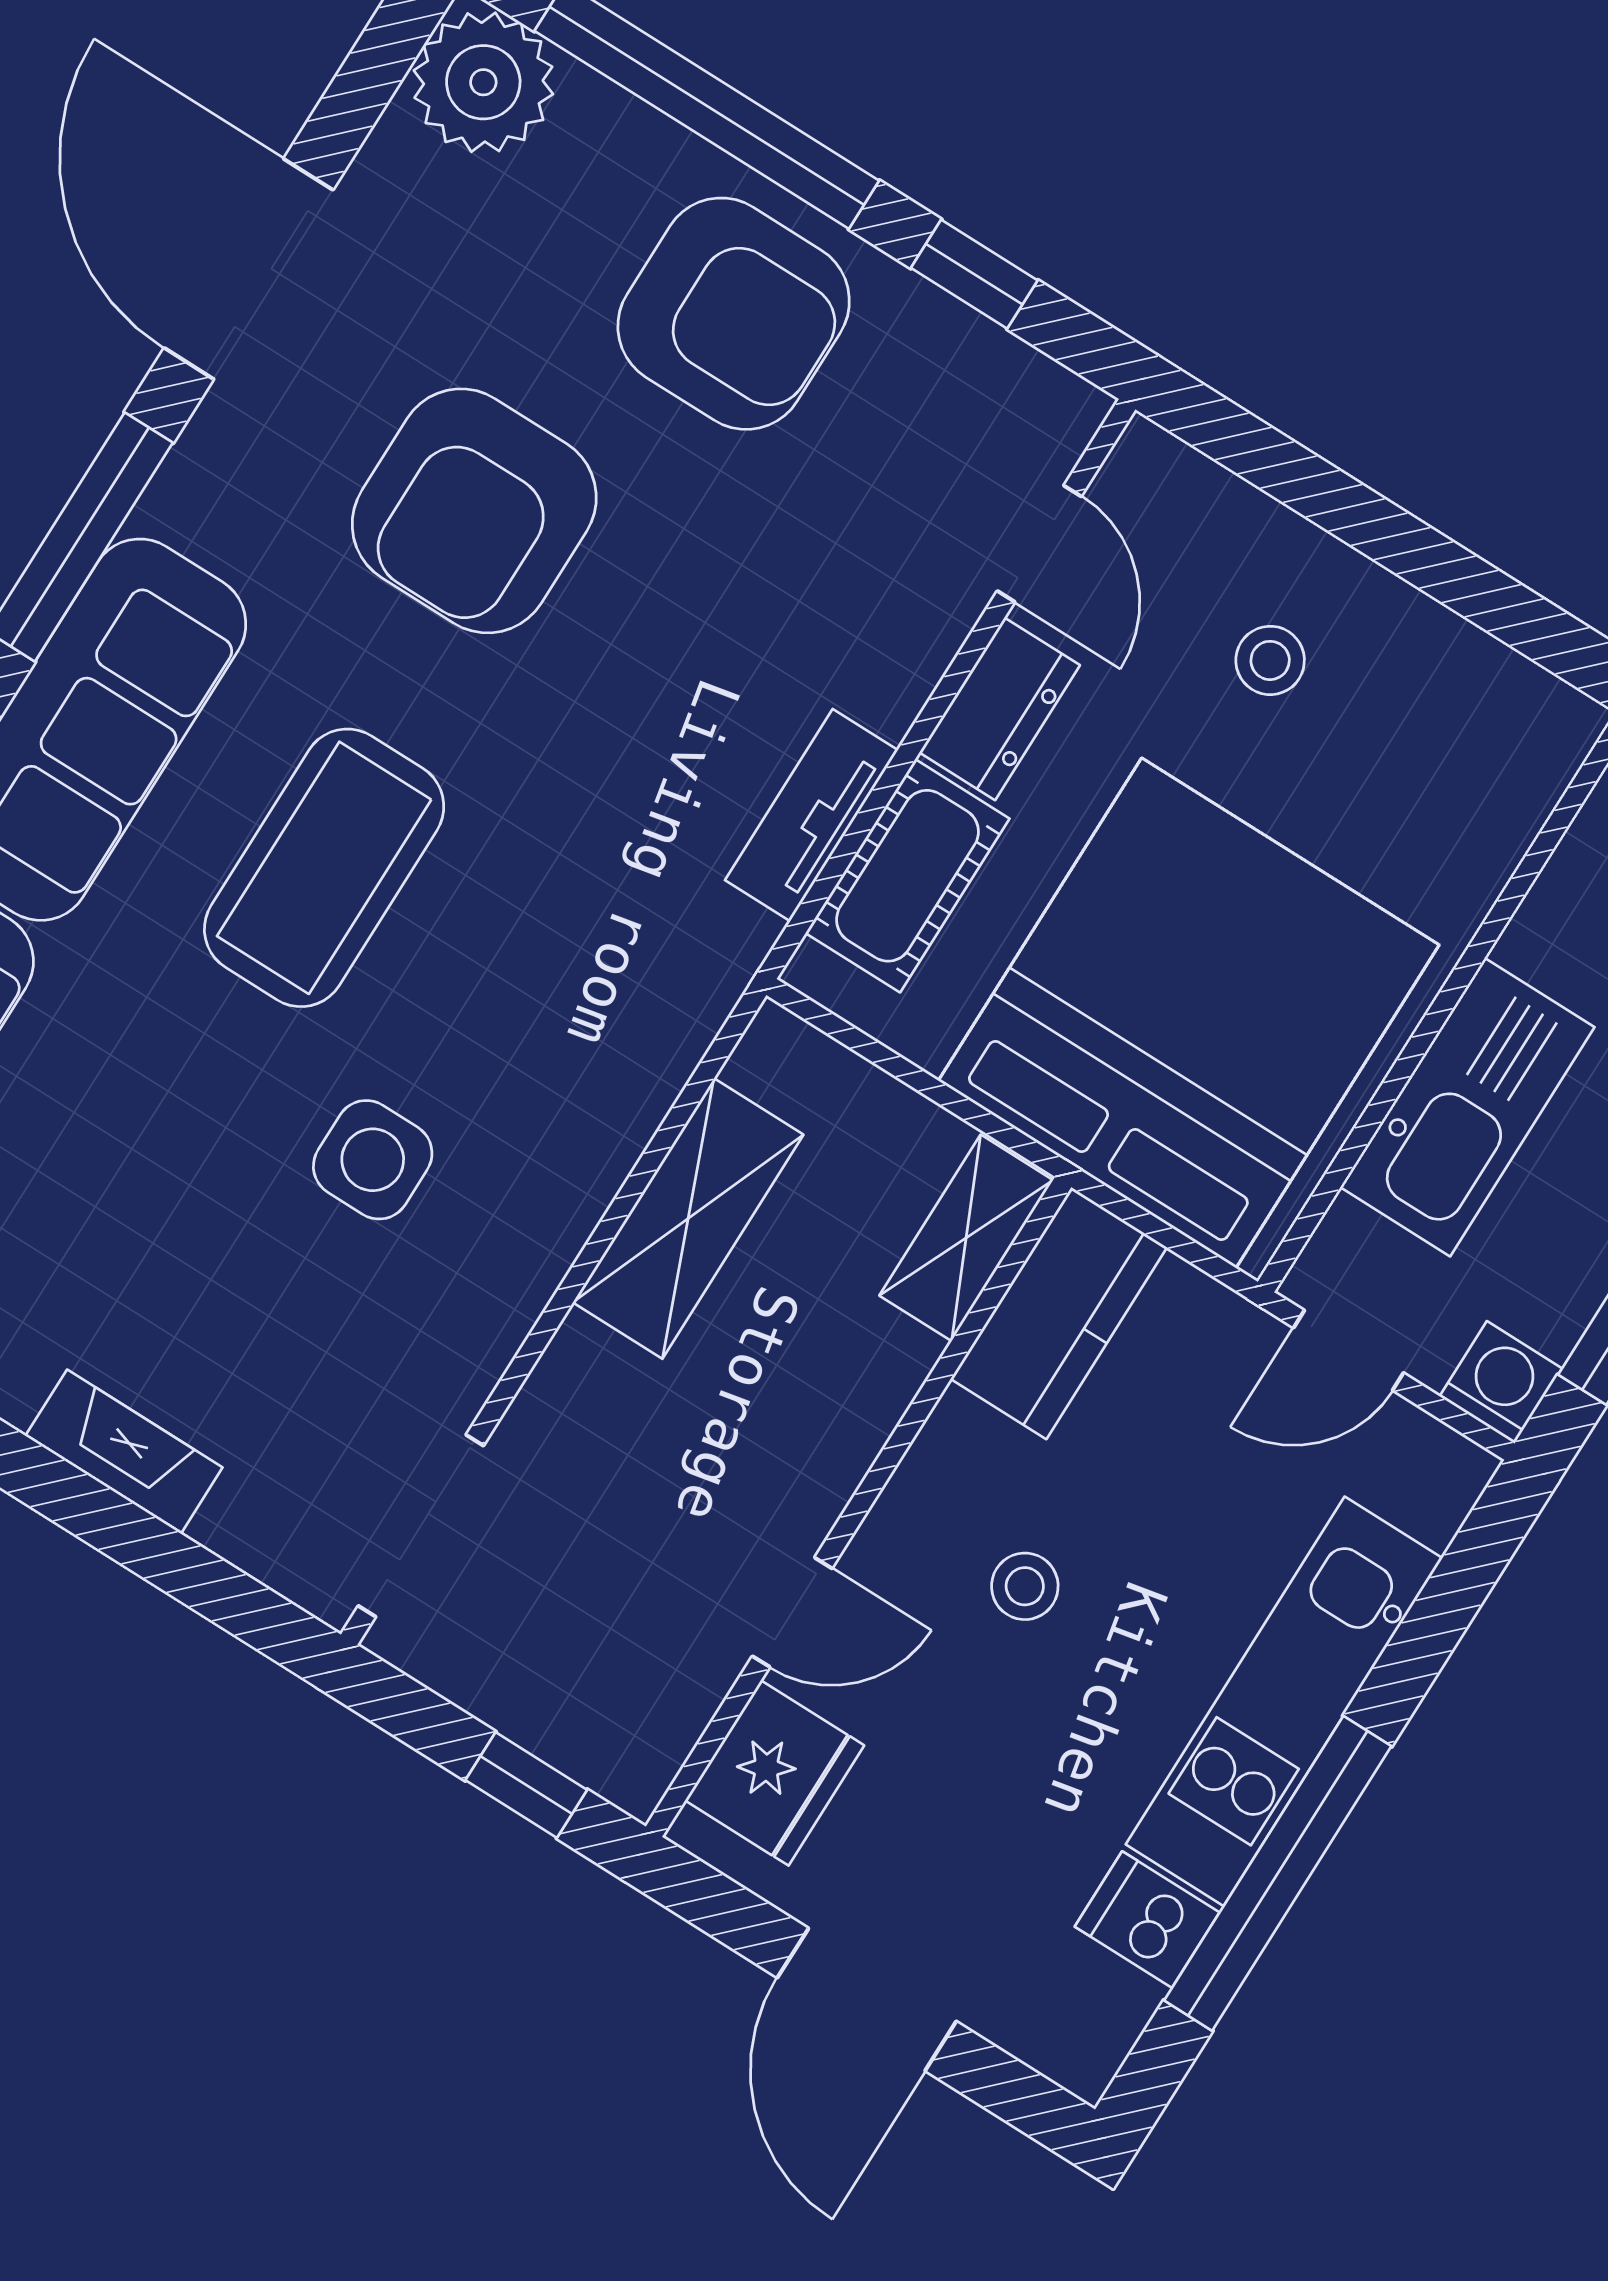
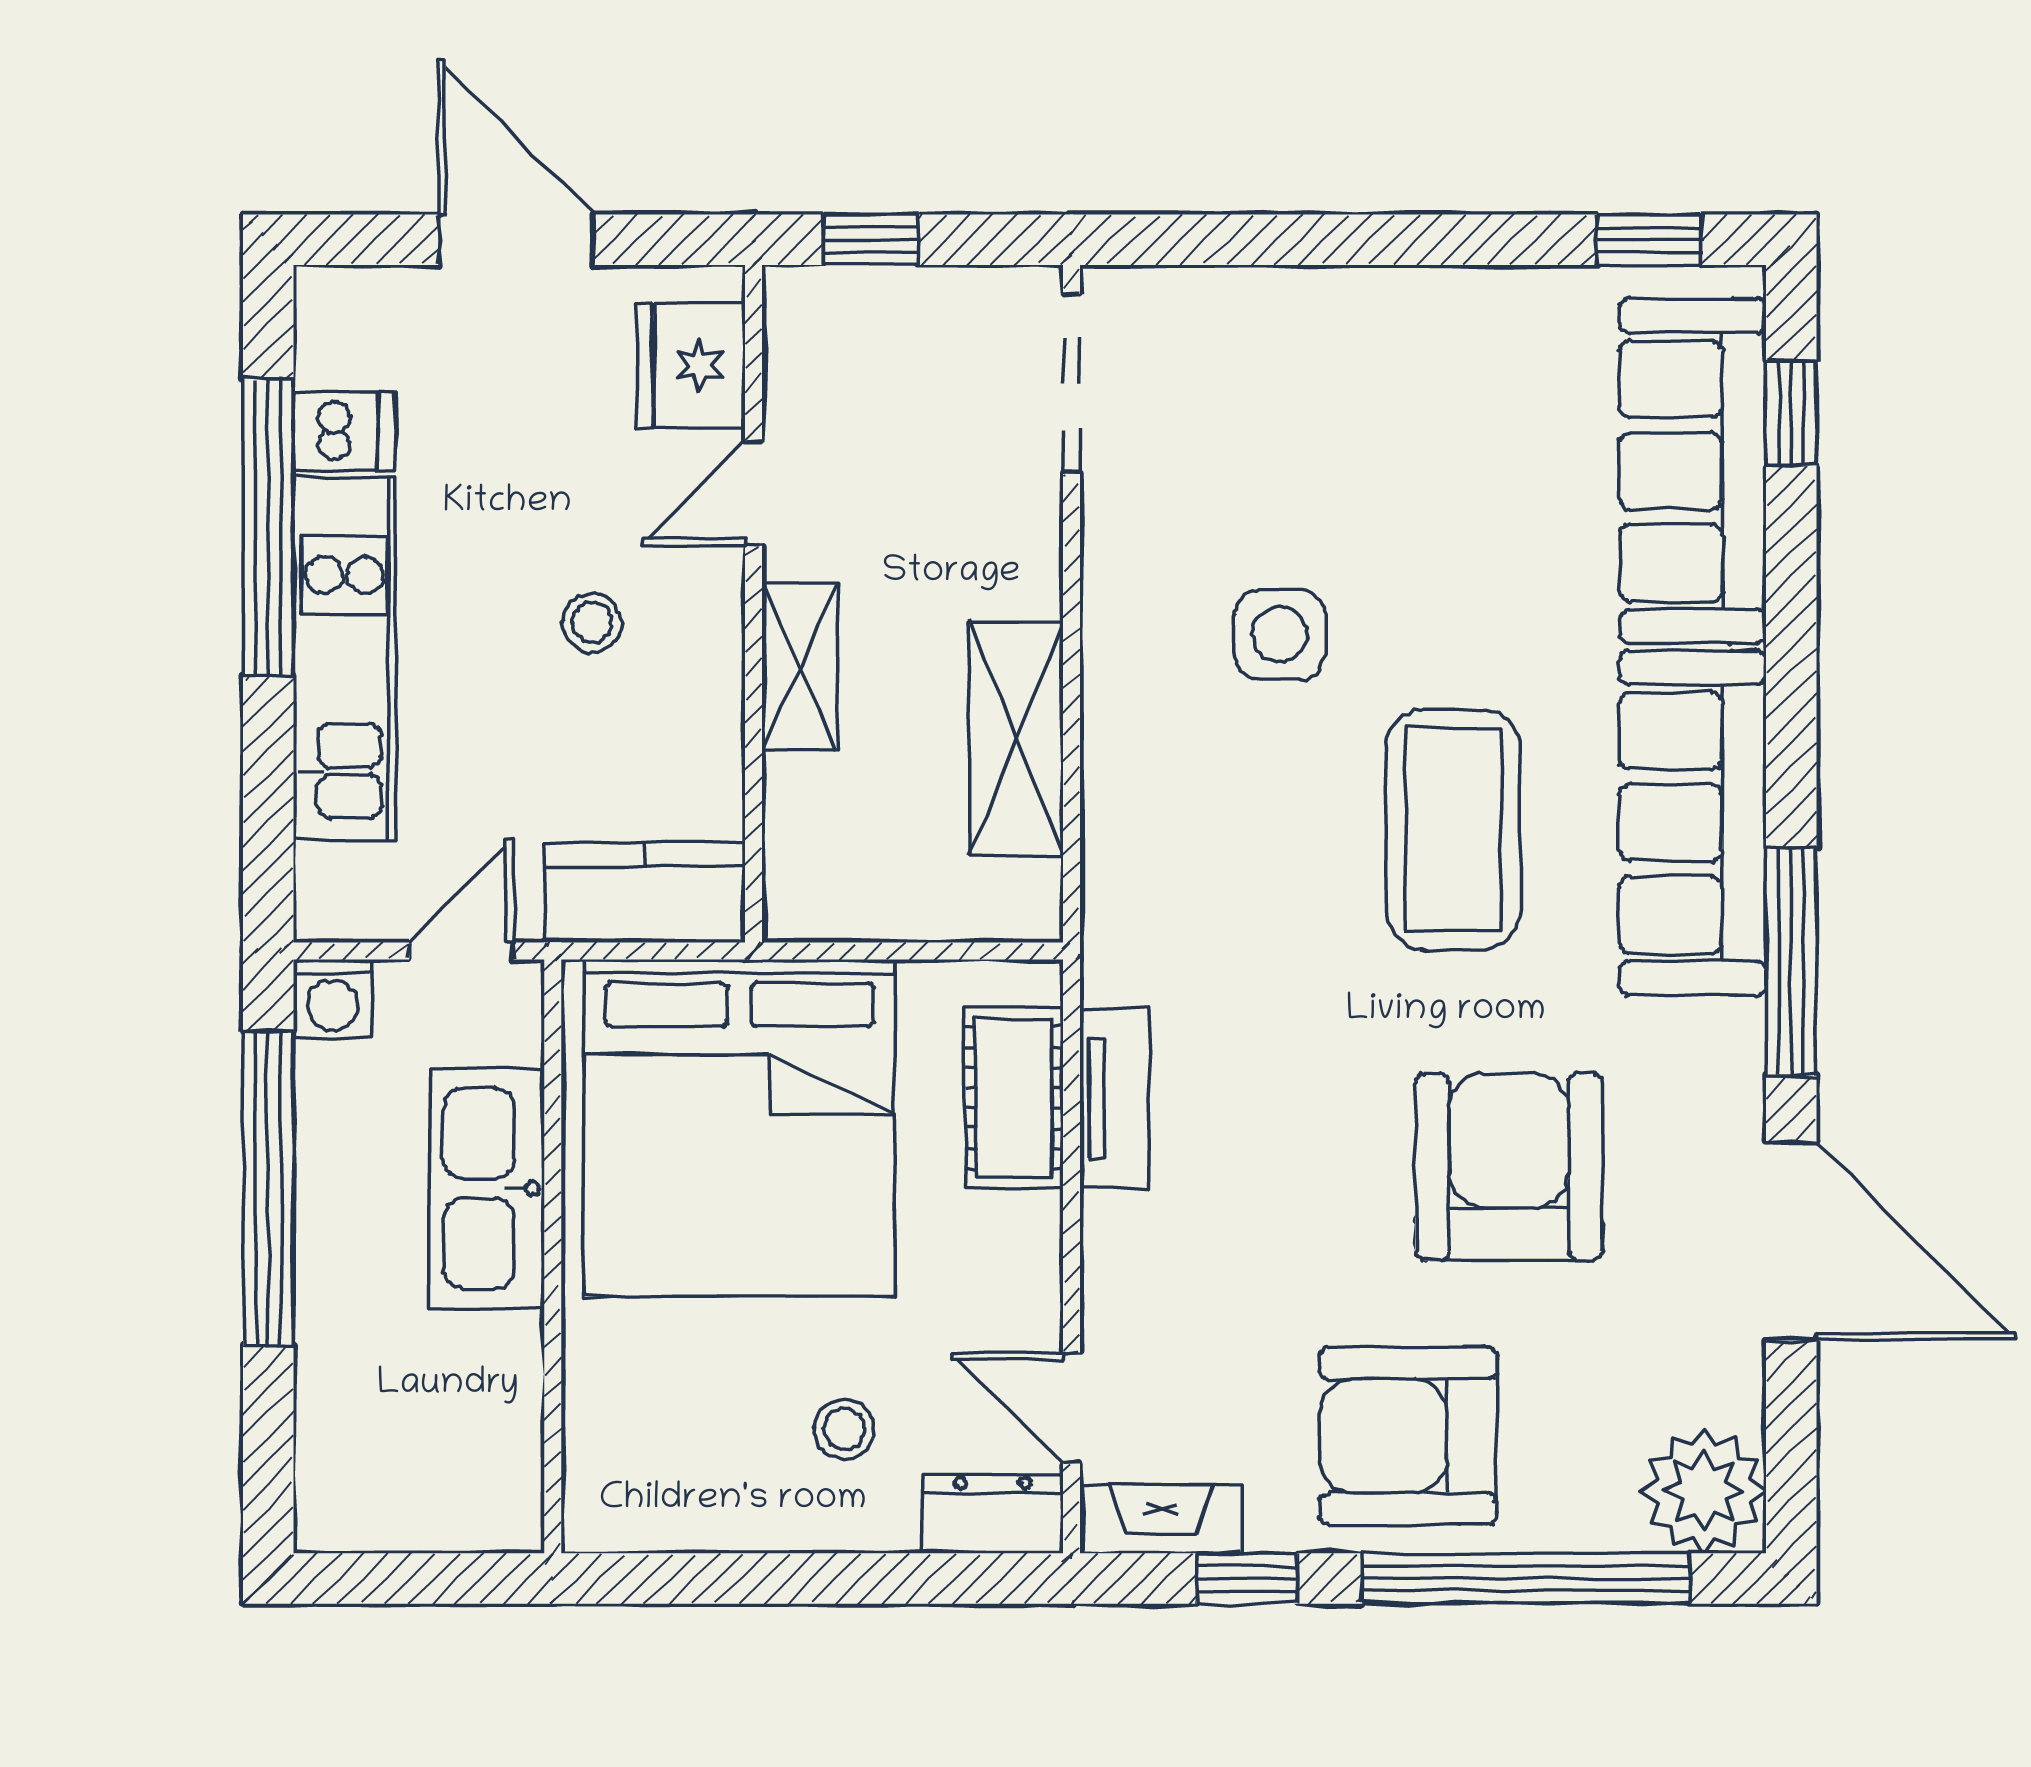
dresser: (1000, 709) -> (993, 1514), moved, turned 90
shelving: (966, 1238) -> (800, 666), moved
kitchen counter: (1059, 1313) -> (645, 893), moved, turned 90
fireplace: (124, 1452) -> (1161, 1519), moved, turned 180

